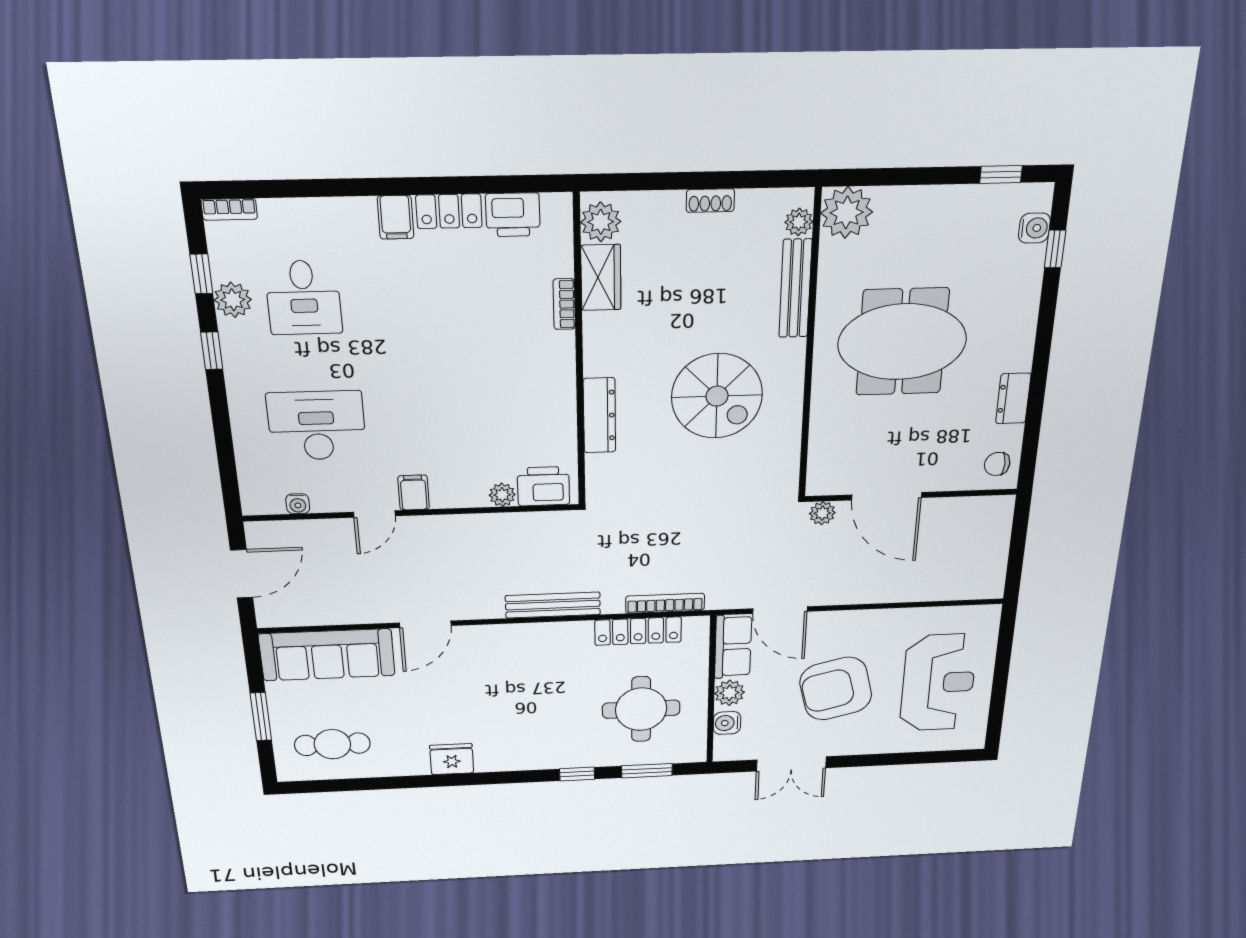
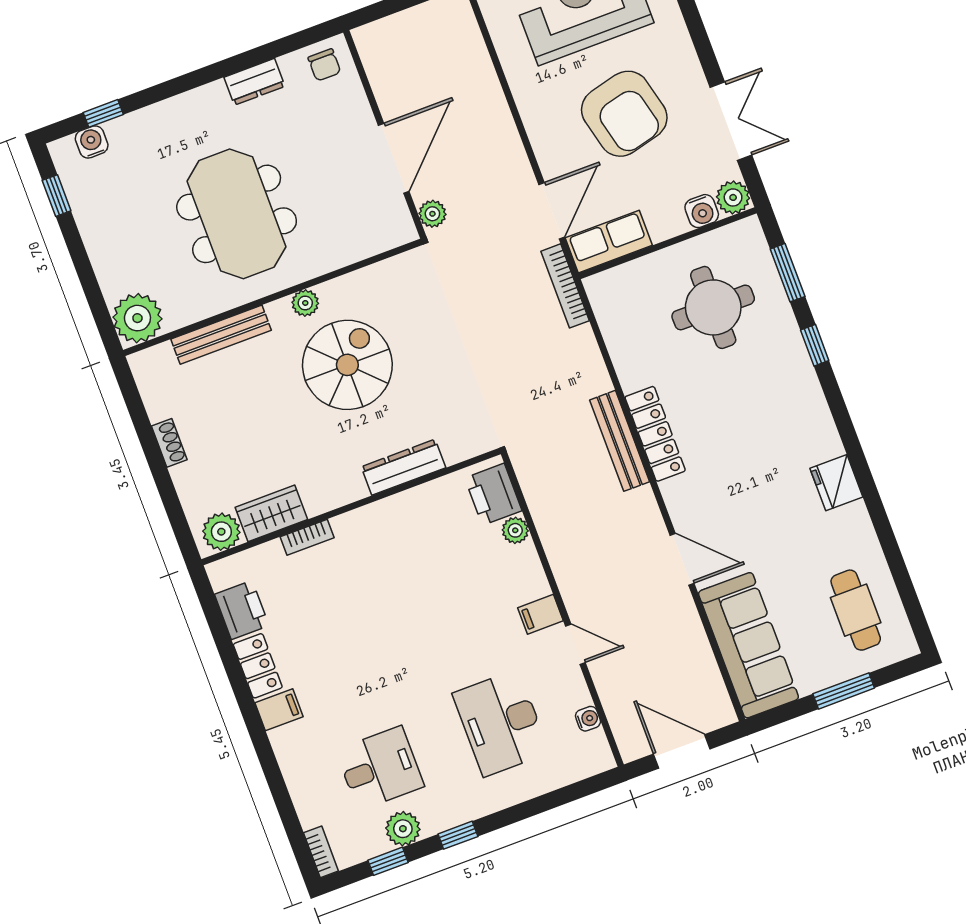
plant: (799, 222) -> (305, 303), moved
bookcase: (665, 603) -> (565, 286), moved
locker: (638, 631) -> (655, 434), moved
plant: (729, 693) -> (733, 197), moved

